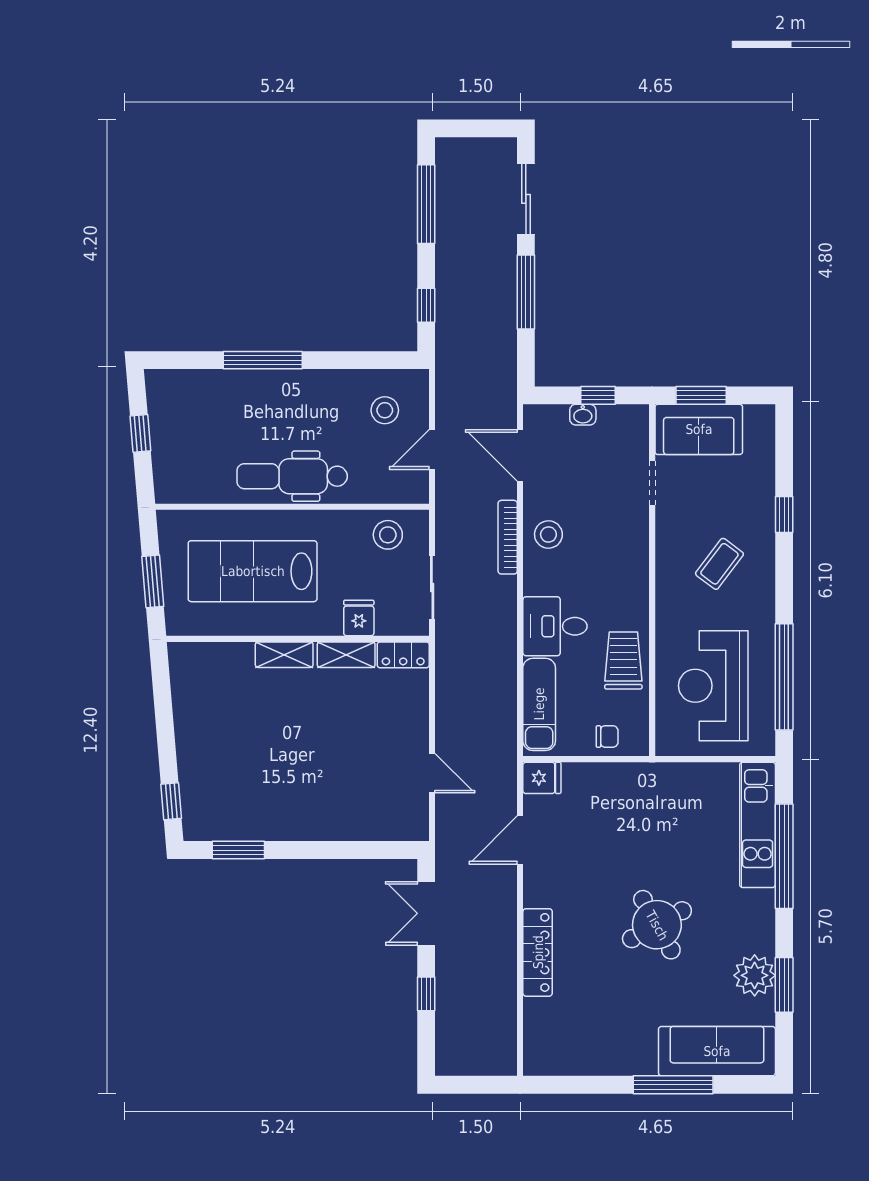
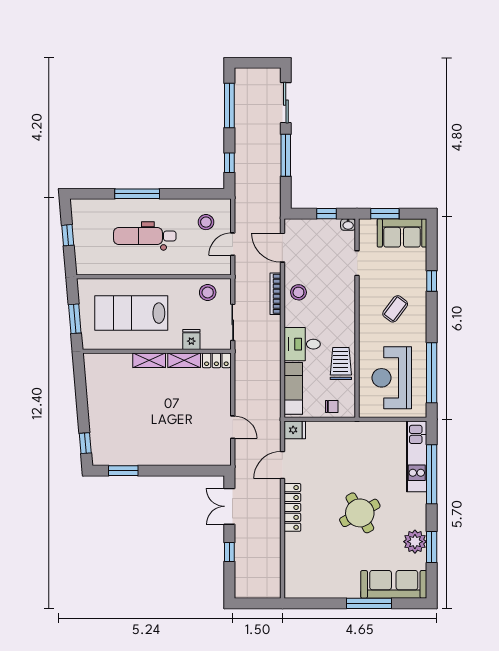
washbasin: (583, 415) -> (348, 225), moved
sofa: (699, 429) -> (402, 233), moved
dental chair: (292, 476) -> (145, 236), moved
locker: (538, 952) -> (292, 507), moved

